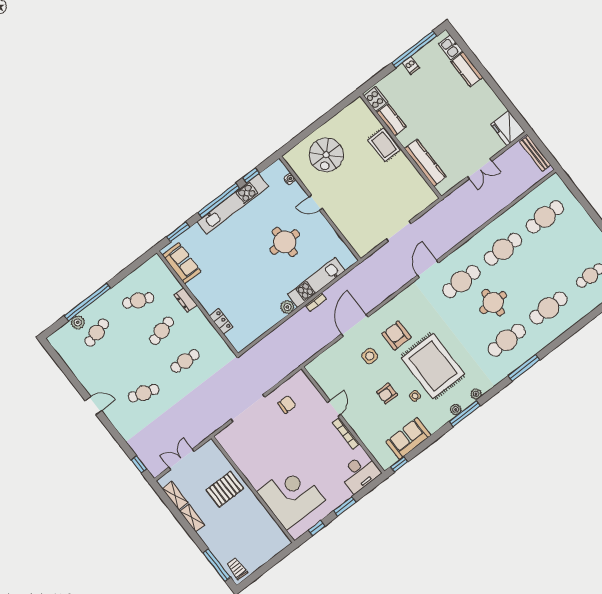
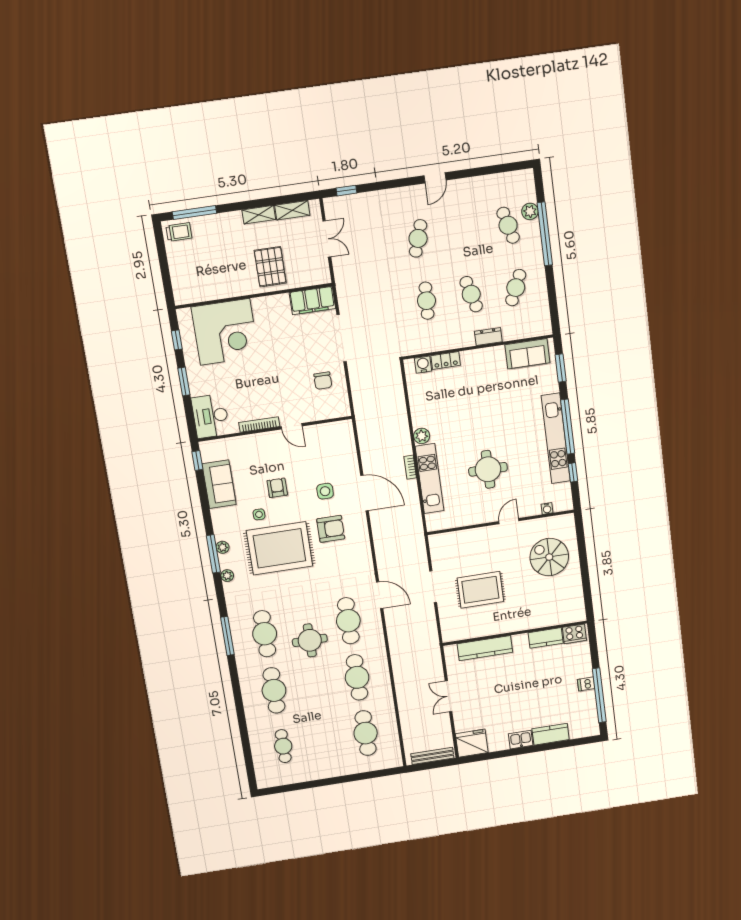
kitchen sink: (450, 47) -> (521, 740), moved
rug: (384, 145) -> (480, 590), moved, width x1.36, depth x1.43
water cooler: (233, 337) -> (423, 365), added
filing cabinet: (232, 445) -> (312, 301), added

